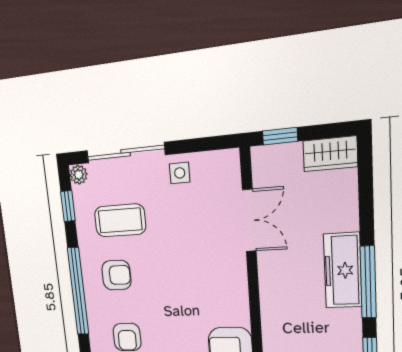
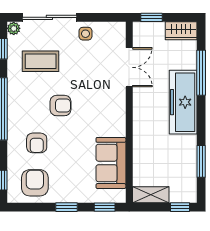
freezer: (343, 270) -> (183, 102), width x1.36, depth x1.26
armchair: (116, 275) -> (61, 106), moved
window: (368, 282) -> (201, 73), moved

